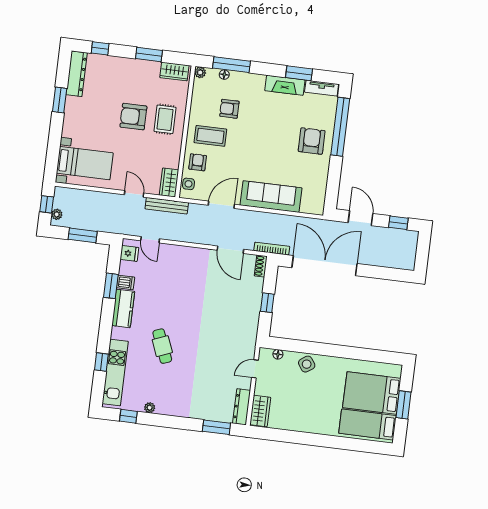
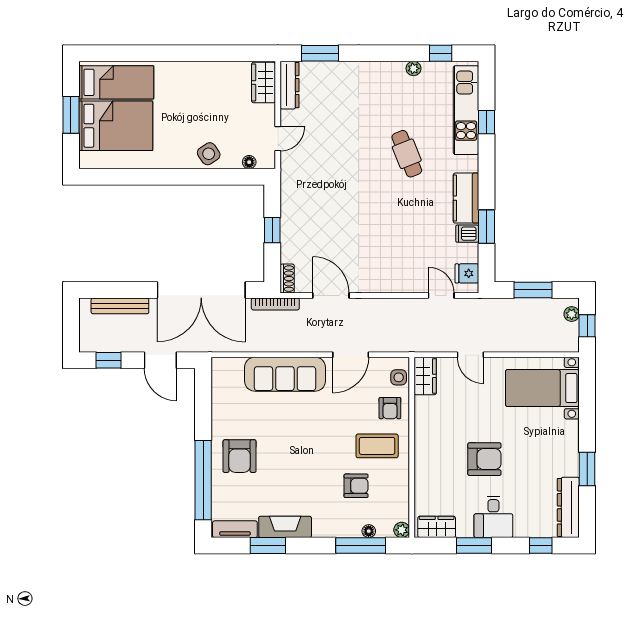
desk: (132, 74) -> (493, 517), added
rug: (165, 119) -> (441, 461), removed
bench: (167, 206) -> (120, 306), moved

